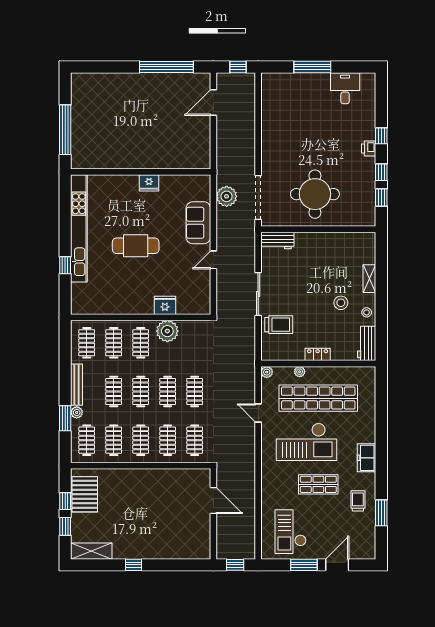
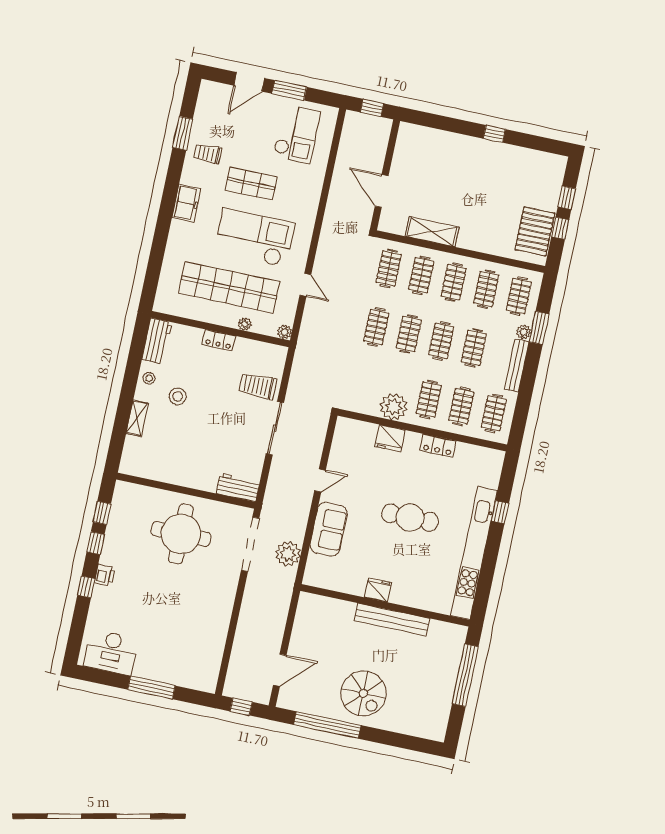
desk: (345, 88) -> (111, 652), width x1.37
spiral stairs: (143, 98) -> (363, 693), added
bench: (133, 162) -> (392, 619), added
locker: (126, 308) -> (438, 446), added
trolley: (358, 501) -> (208, 154), turned 90
shelving: (91, 551) -> (432, 232), moved

